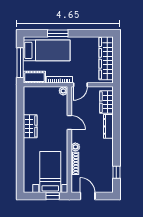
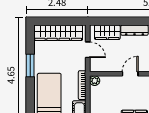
window: (58, 33) -> (30, 65), moved
door: (80, 85) -> (88, 50), moved

